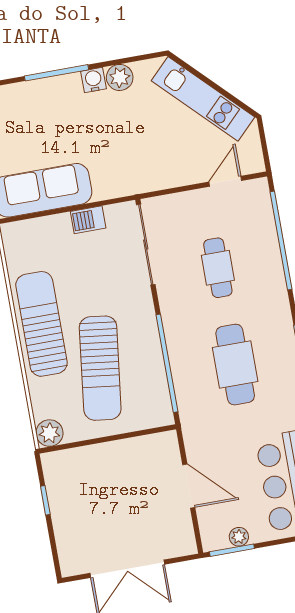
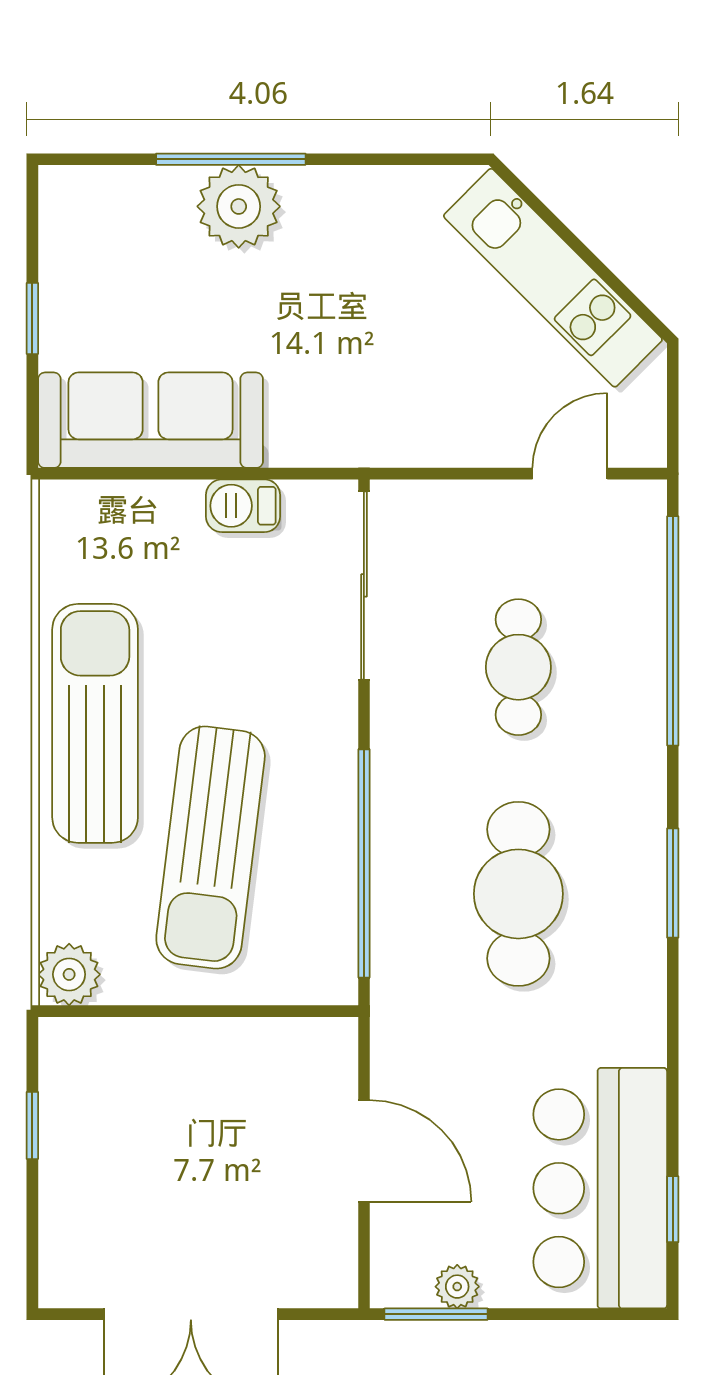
plant: (120, 77) -> (239, 206), moved, width x1.36, depth x1.36
water cooler: (93, 80) -> (312, 191), removed

